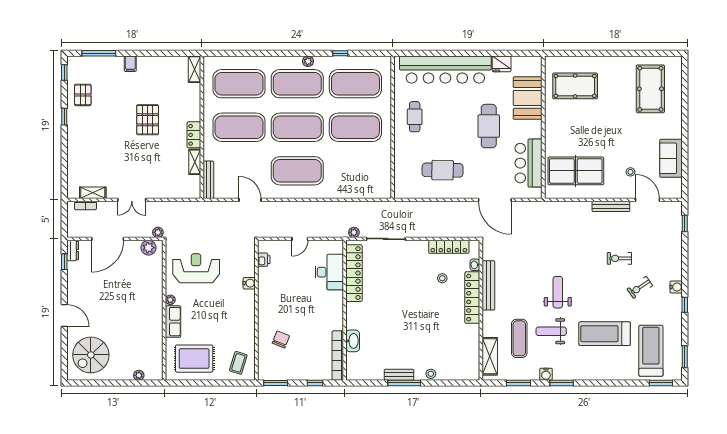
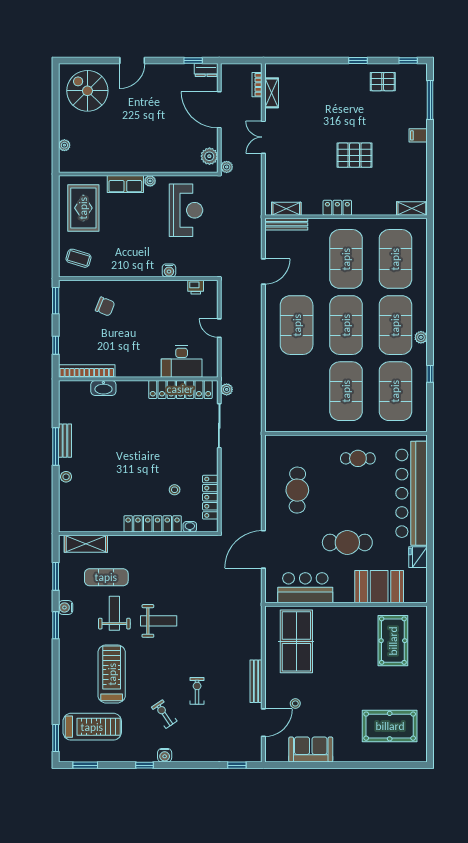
shelving: (195, 162) -> (286, 209), moved
bench: (488, 285) -> (166, 542), removed

